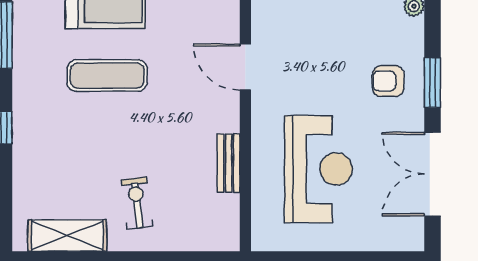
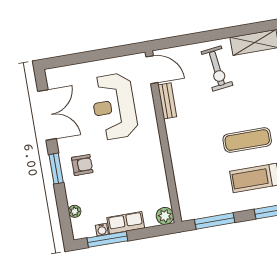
door: (245, 67) -> (152, 70), moved
exercise bike: (137, 203) -> (217, 68), width x1.38, depth x1.39

